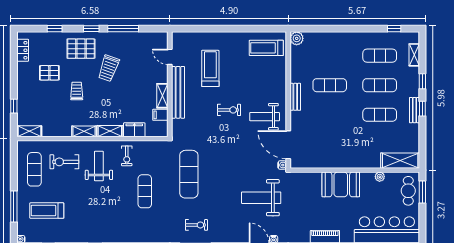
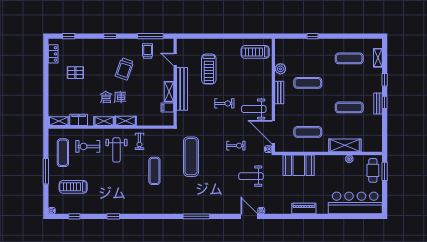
window: (55, 29) -> (69, 36), moved
window: (123, 29) -> (150, 36), moved
window: (394, 29) -> (313, 36), moved
plant: (297, 38) -> (280, 69), moved
pallet: (81, 49) -> (101, 53), removed
treadmill: (210, 68) -> (209, 69), turned 180
exercise mat: (380, 85) -> (308, 132), moved
trolley: (77, 91) -> (148, 51), moved
window: (14, 106) -> (46, 100), removed
filing cabinet: (134, 130) -> (79, 120), moved
shelving: (400, 161) -> (345, 145), moved
weight bench: (99, 166) -> (116, 150), turned 180
booth: (341, 184) -> (299, 165), moved
weight bench: (261, 198) -> (251, 176), width x0.73, depth x0.75
window: (14, 206) -> (46, 171), moved
exercise bike: (196, 225) -> (236, 146), moved

